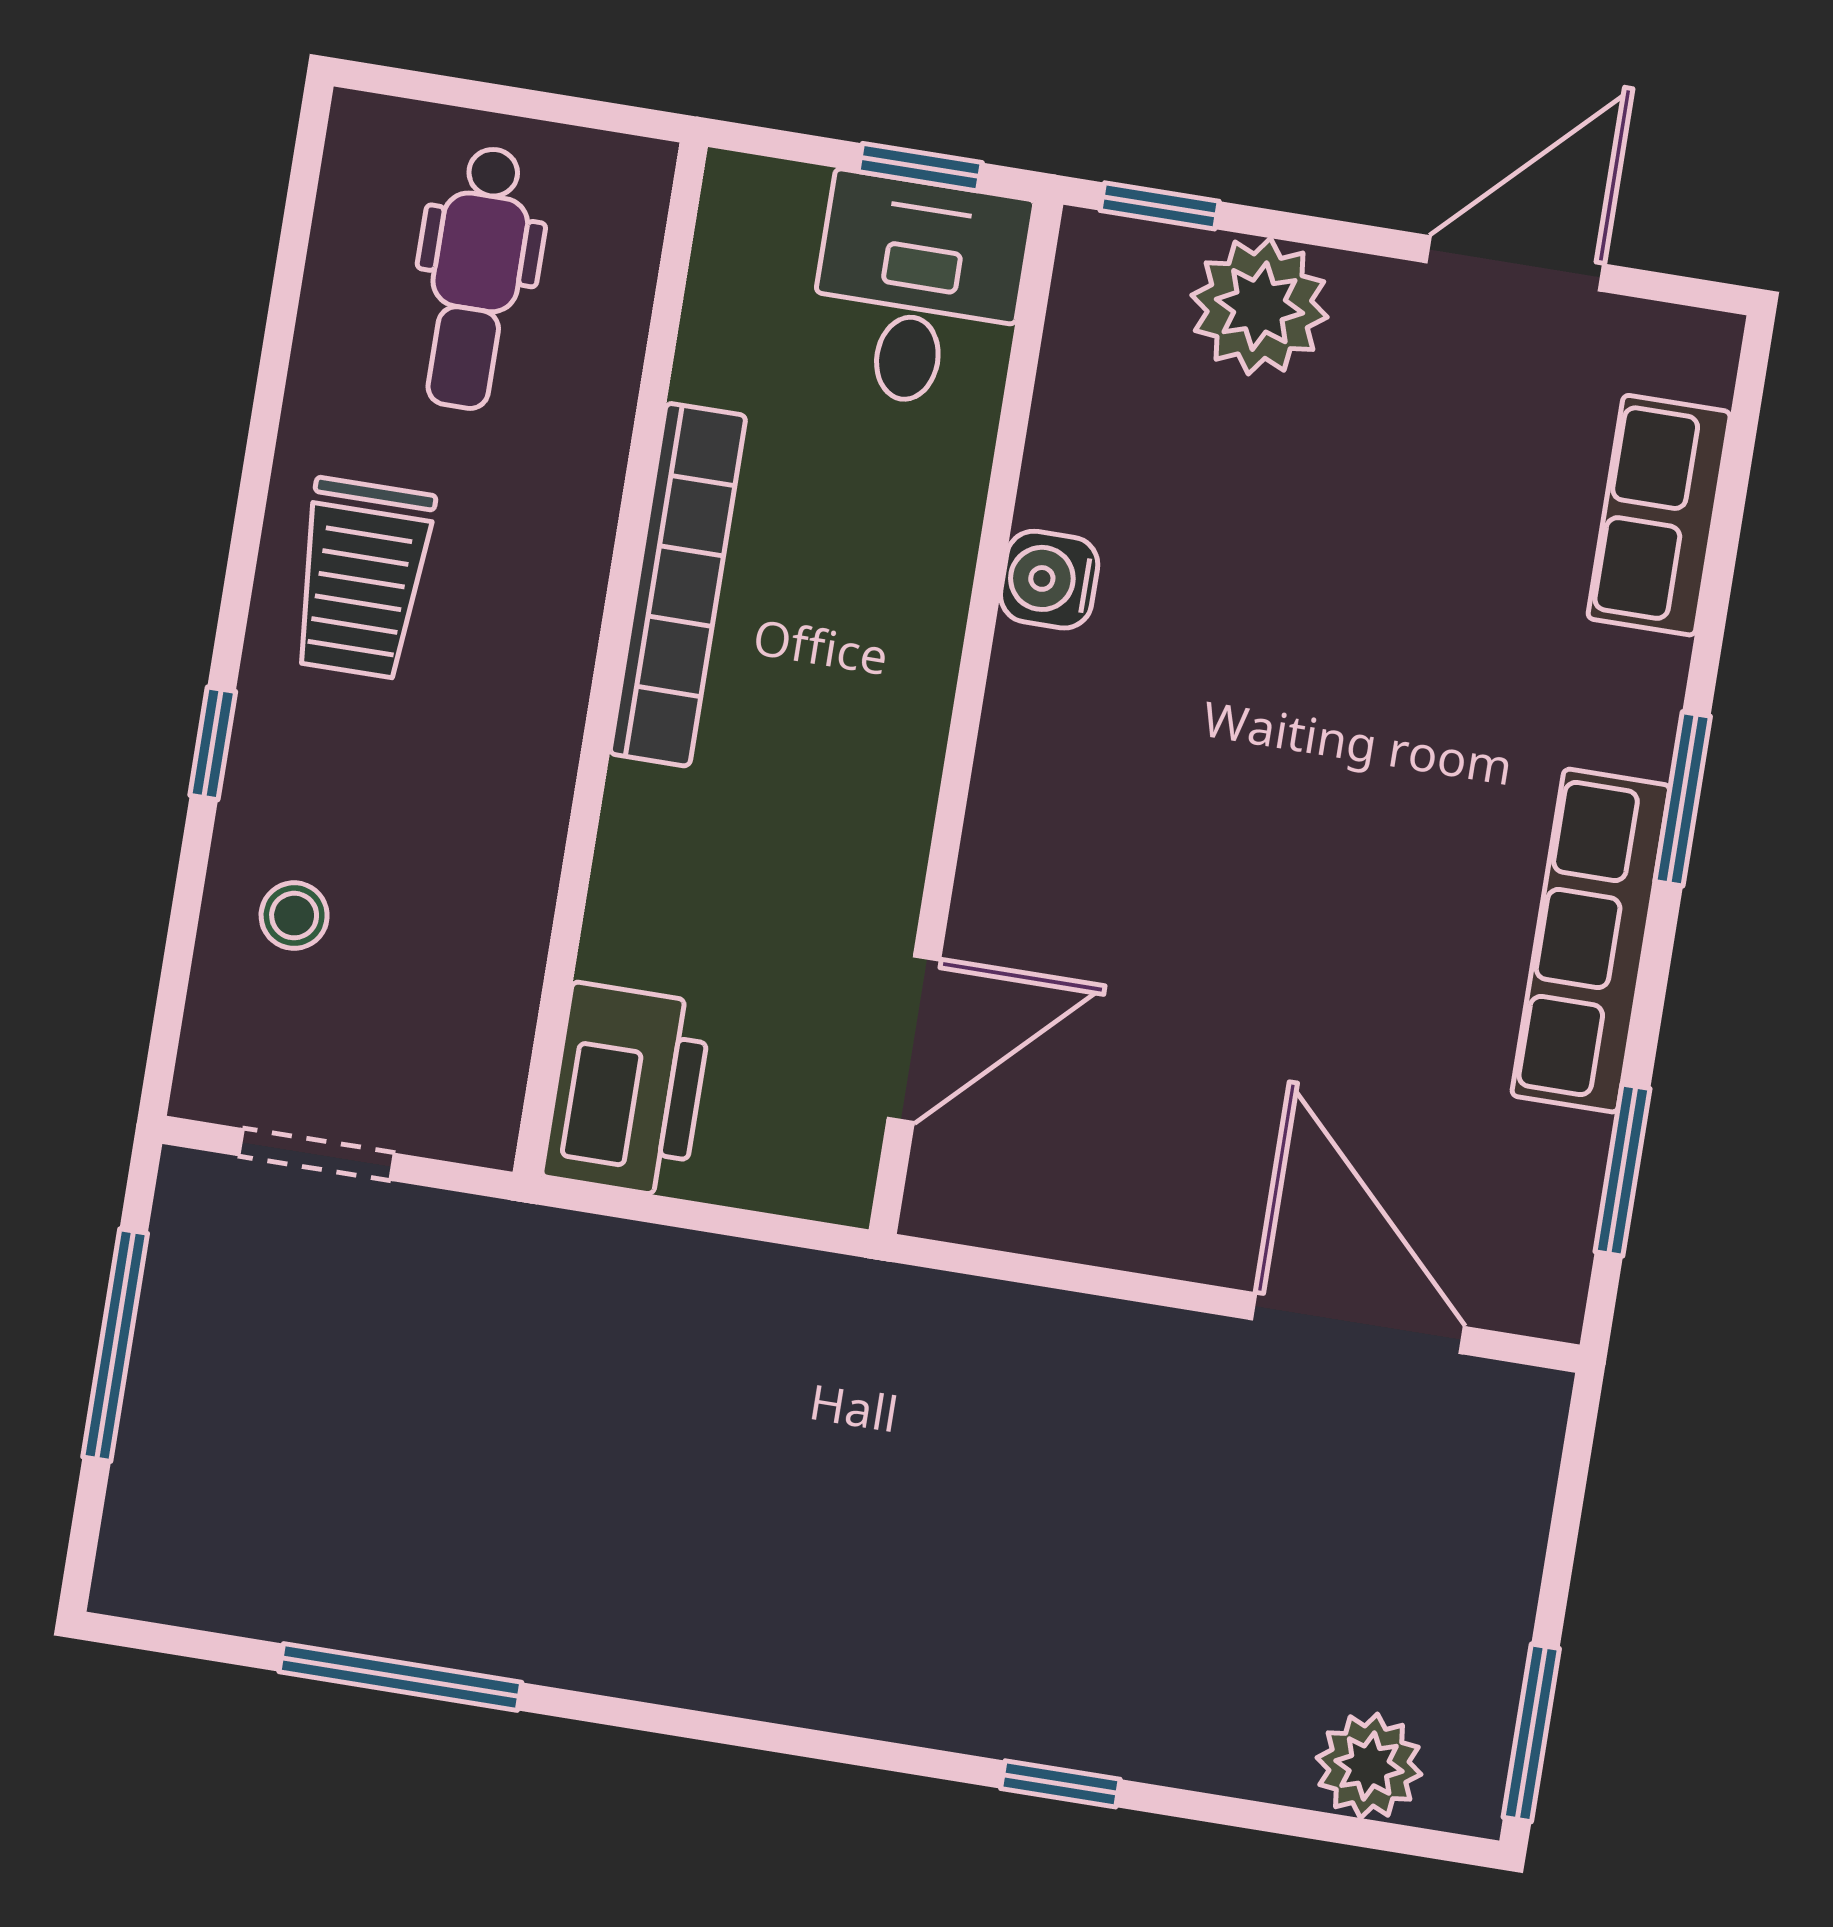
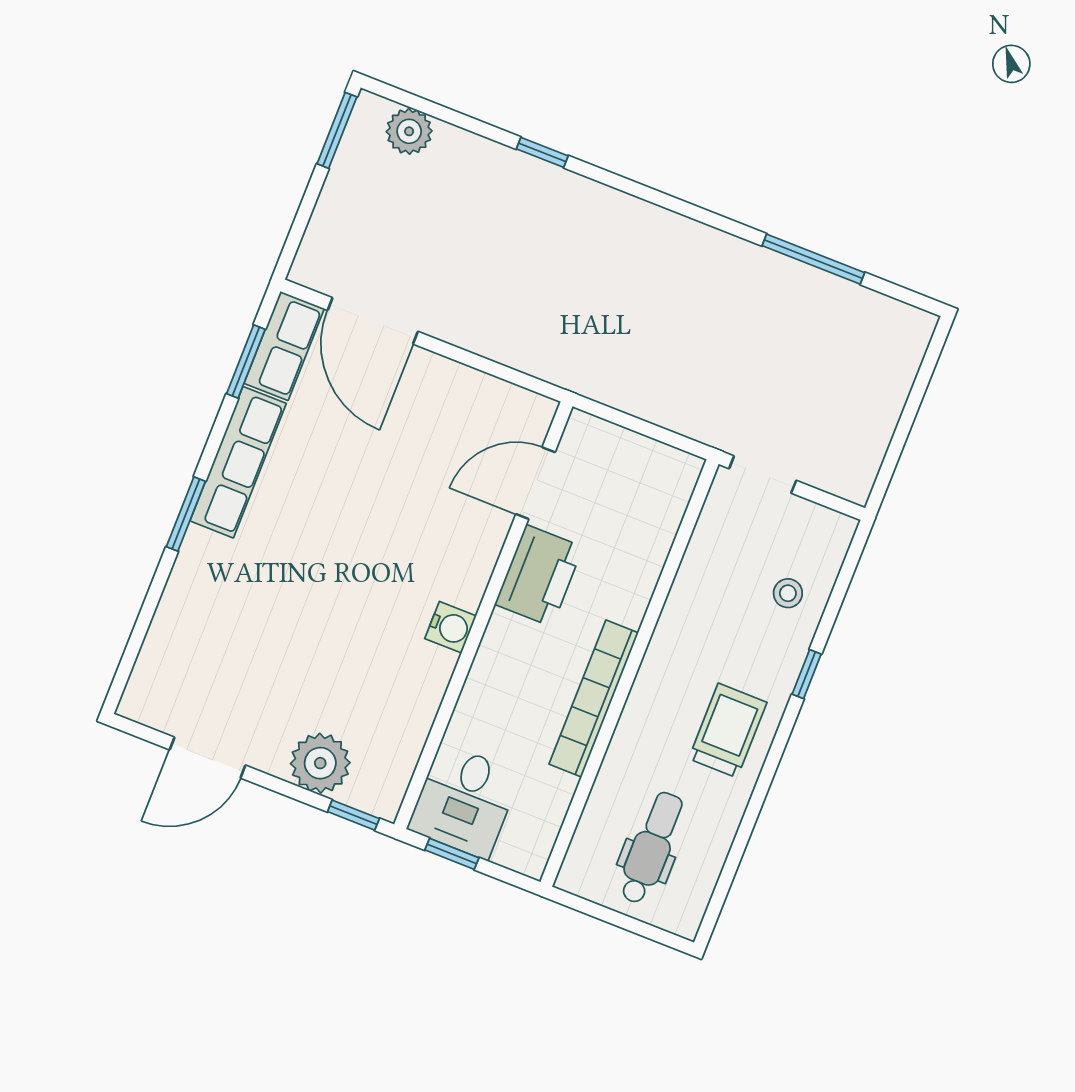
row of seats: (1659, 515) -> (284, 346), moved
water cooler: (1049, 580) -> (451, 627), moved
printer: (627, 1090) -> (539, 576), moved, turned 180
doorway: (317, 1154) -> (763, 474), moved
window: (115, 1345) -> (904, 427), removed

